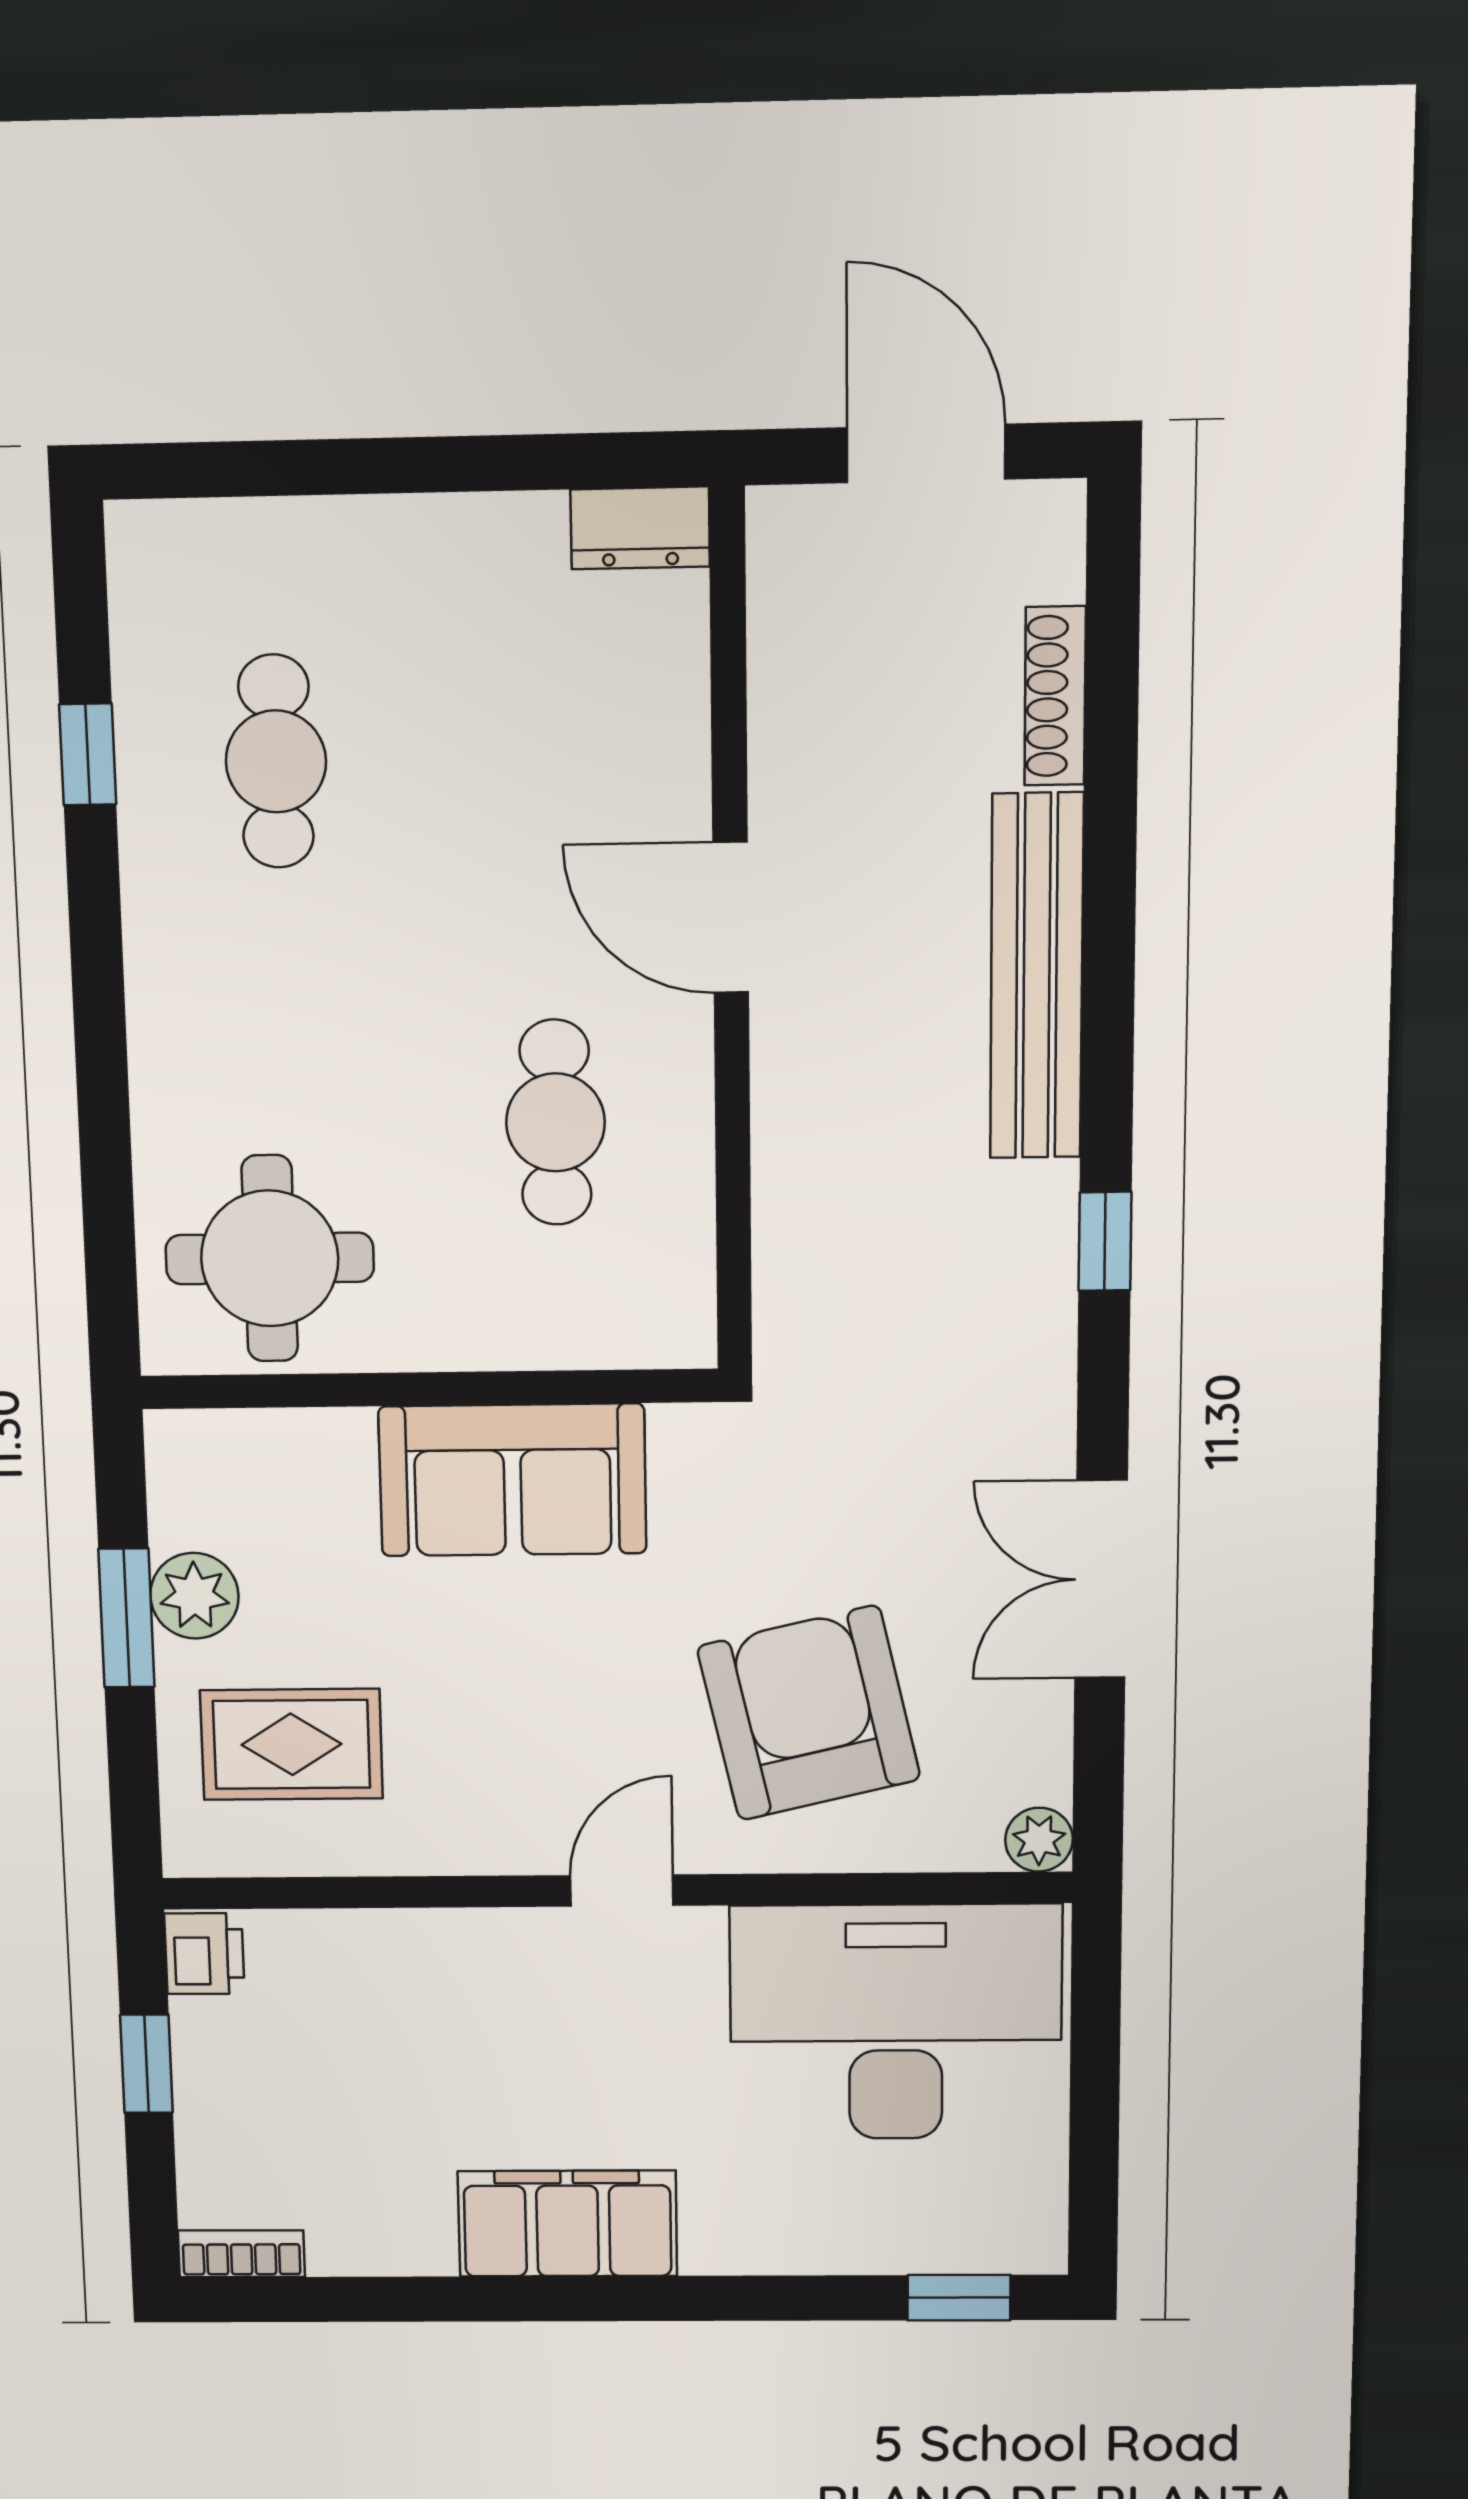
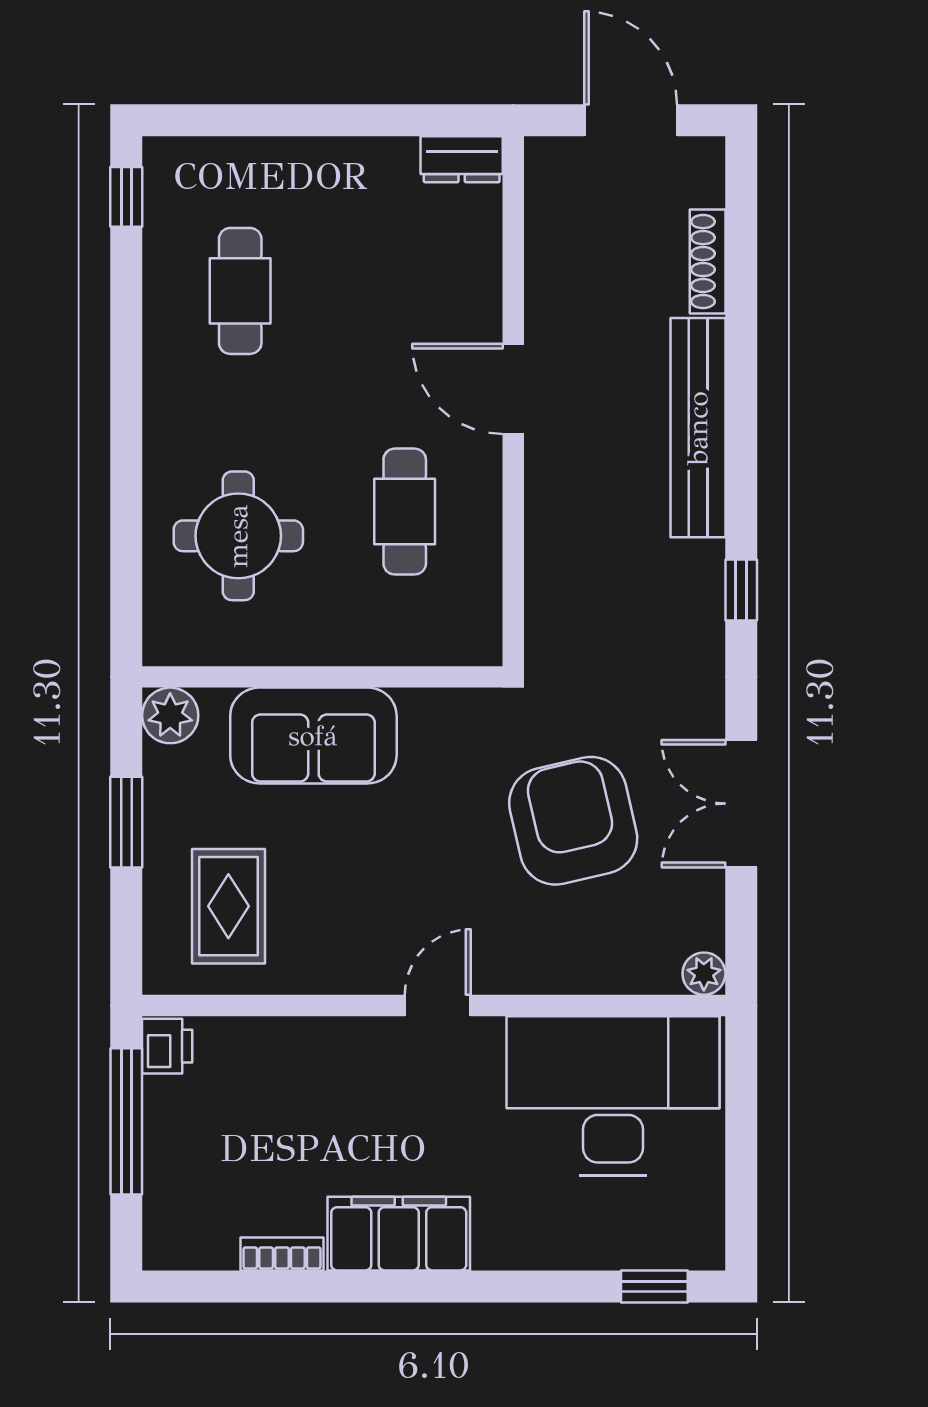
window: (88, 754) -> (126, 197), moved
round table: (270, 1258) -> (238, 536), moved
sofa: (513, 1480) -> (313, 736), moved
plant: (194, 1596) -> (170, 715), moved
armchair: (809, 1713) -> (573, 821), moved
rug: (291, 1744) -> (228, 906), turned 90
window: (146, 2064) -> (126, 1121), width x2.17
bookcase: (241, 2254) -> (282, 1254), moved

